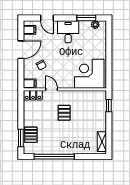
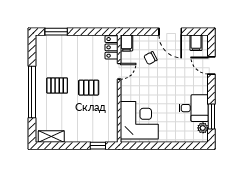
door: (47, 18) -> (211, 65), hinge flipped
desk: (68, 32) -> (194, 108), moved
pallet: (31, 135) -> (57, 86), moved
window: (54, 157) -> (32, 92), moved

